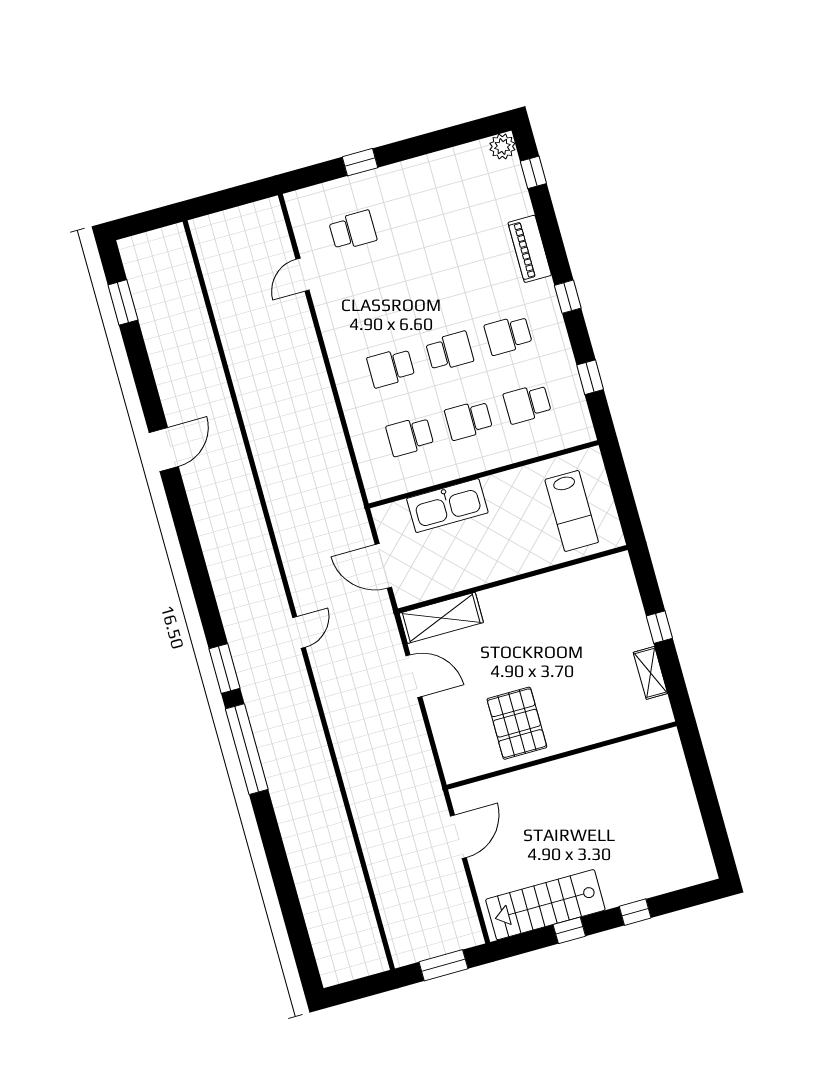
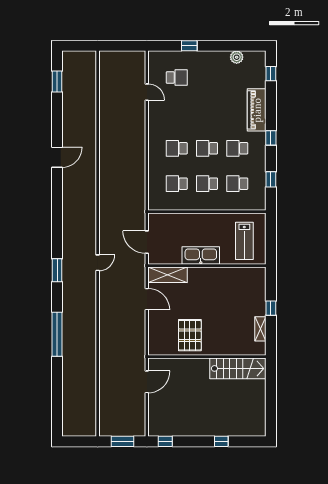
plant: (502, 146) -> (237, 57), moved
piano: (530, 249) -> (257, 110), width x1.37, depth x1.33
door: (303, 275) -> (147, 92), swing flipped
school desk: (450, 351) -> (207, 148), turned 180
kitchen sink: (447, 506) -> (201, 256), moved, turned 180
window: (247, 749) -> (57, 334), moved
stairs: (545, 905) -> (238, 368), moved, turned 180
window: (569, 930) -> (165, 441), moved

